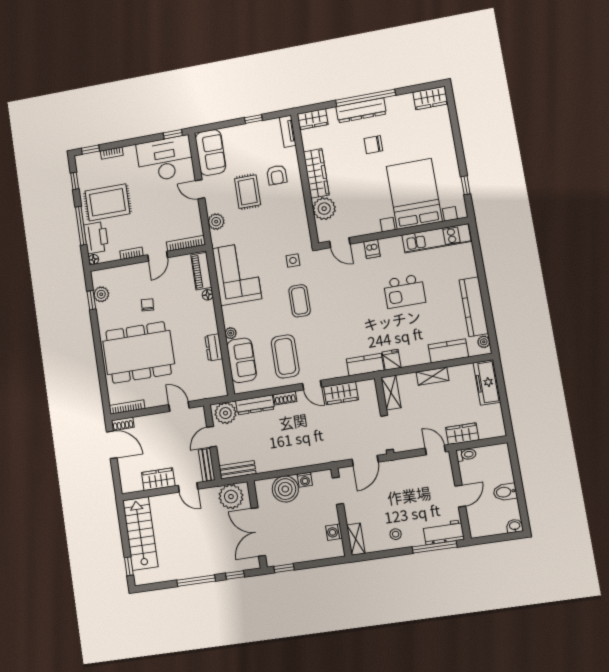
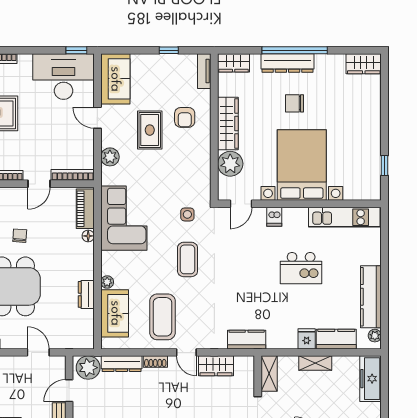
bed with nightstands: (414, 194) -> (302, 165), moved
door: (340, 243) -> (241, 204), hinge flipped
fridge: (392, 360) -> (307, 339), moved

